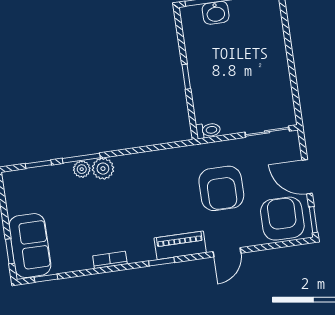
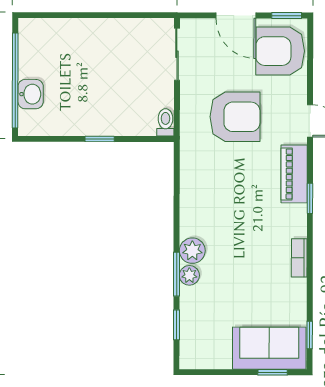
door: (307, 177) -> (236, 15), hinge flipped

